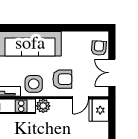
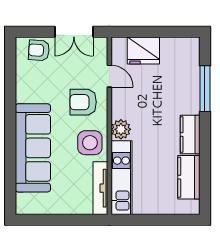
armchair: (62, 79) -> (83, 102), turned -90
fridge: (99, 110) -> (143, 51), moved

